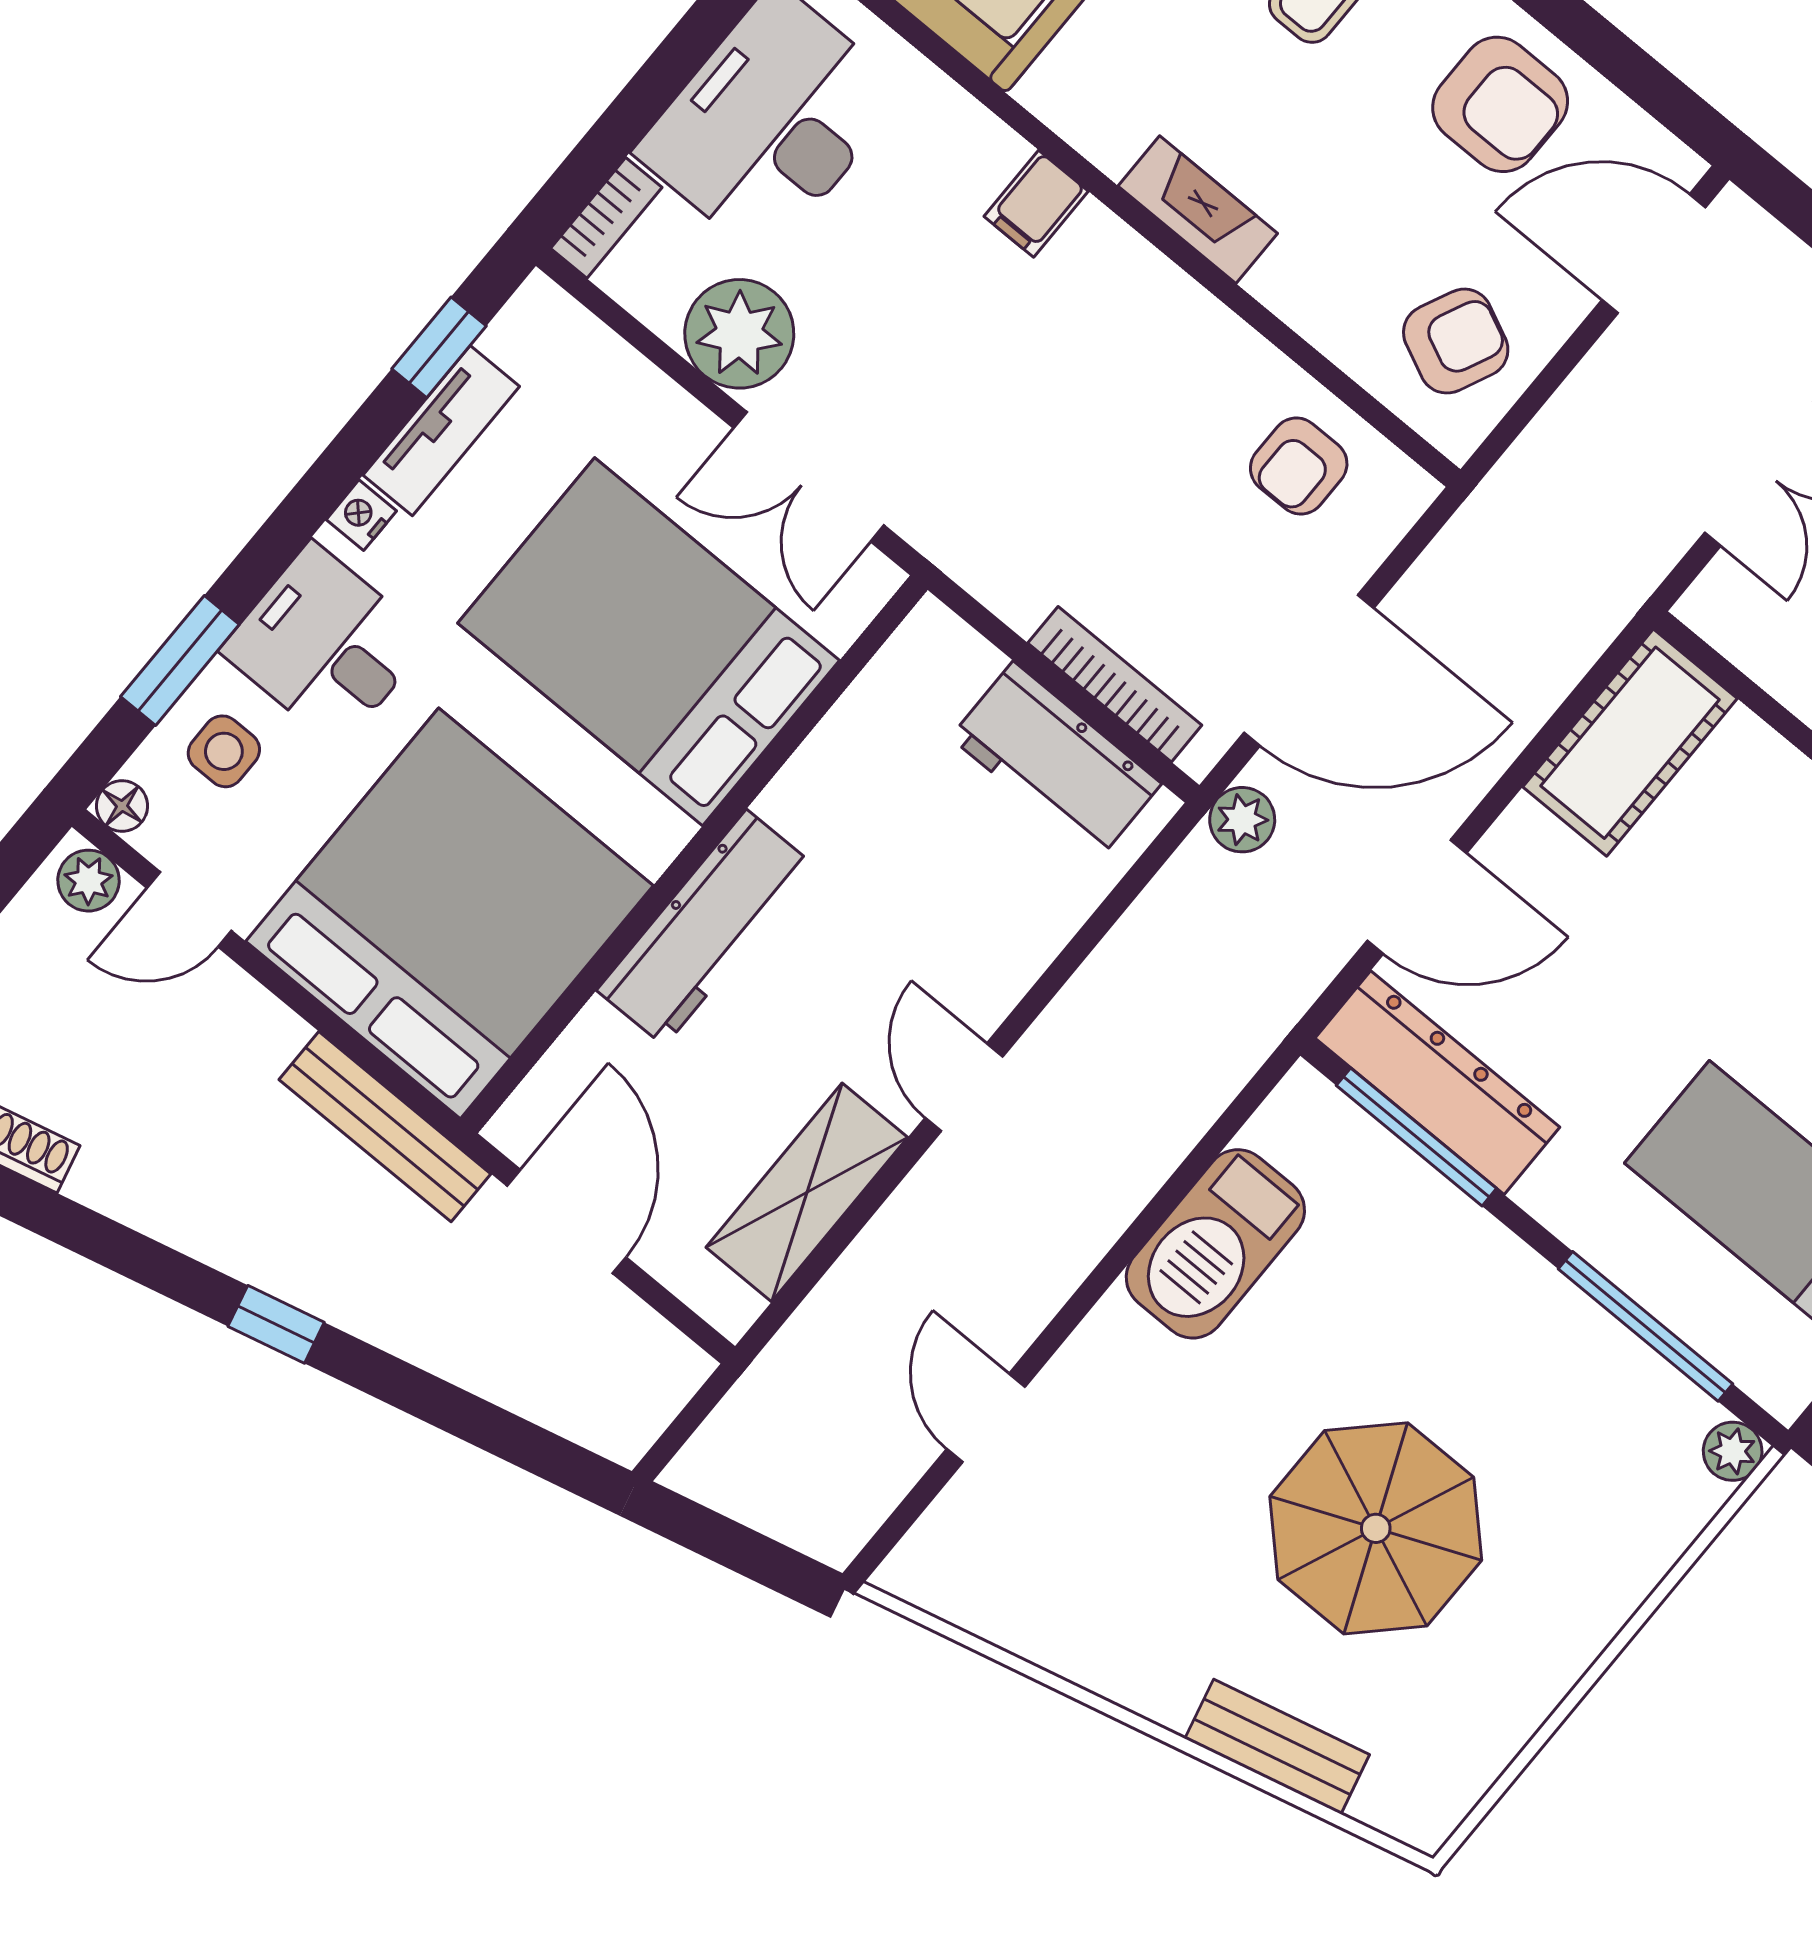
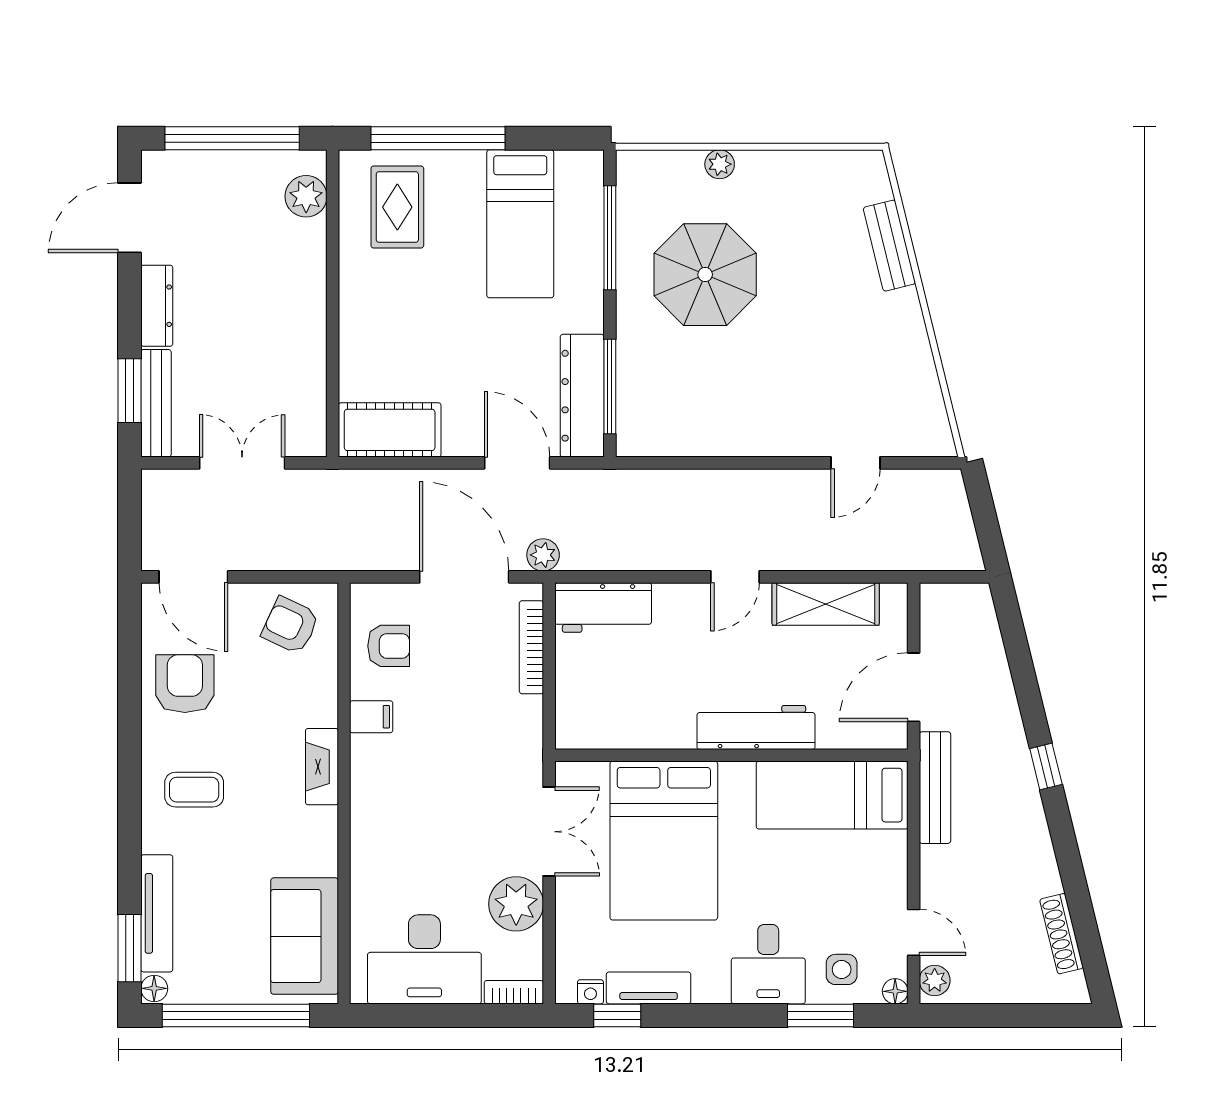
filing cabinet: (1036, 204) -> (371, 717), moved
nightstand: (361, 515) -> (590, 992), moved
workbench: (1056, 761) -> (603, 607), moved, turned 90
bed: (449, 913) -> (832, 795), width x0.49
barbecue: (1215, 1244) -> (715, 430), removed
plant: (1733, 1451) -> (720, 164), moved
parasol: (1376, 1528) -> (705, 275), moved

